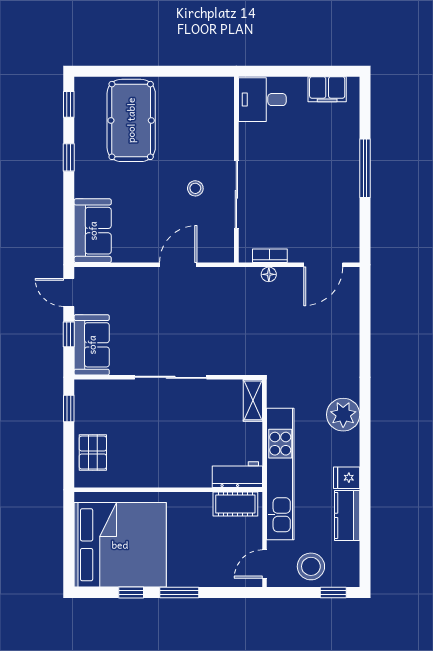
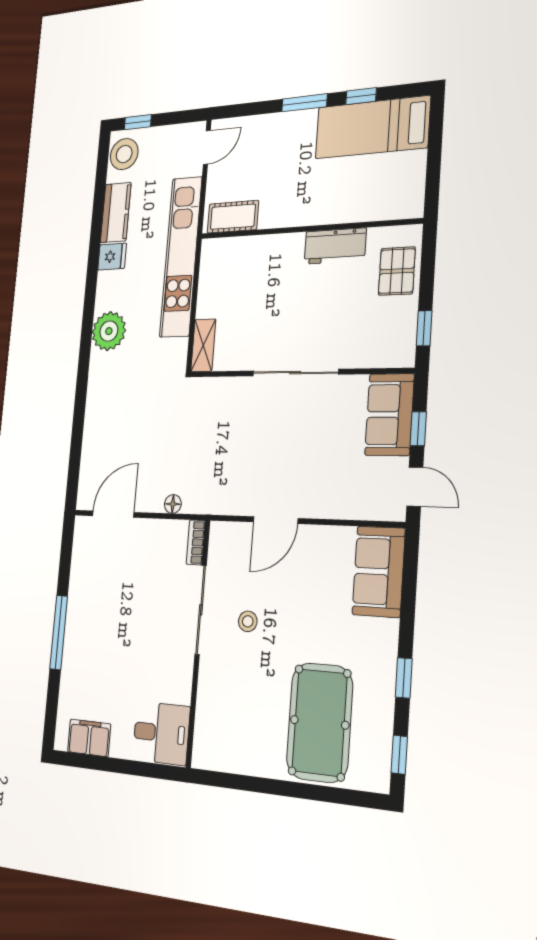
bookcase: (270, 256) -> (196, 542), moved, turned 90
workbench: (237, 475) -> (335, 246), moved
bed: (120, 545) -> (372, 127), width x0.49
stool: (311, 566) -> (124, 154), moved

